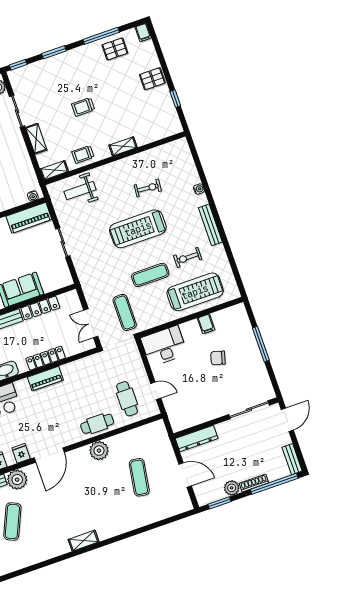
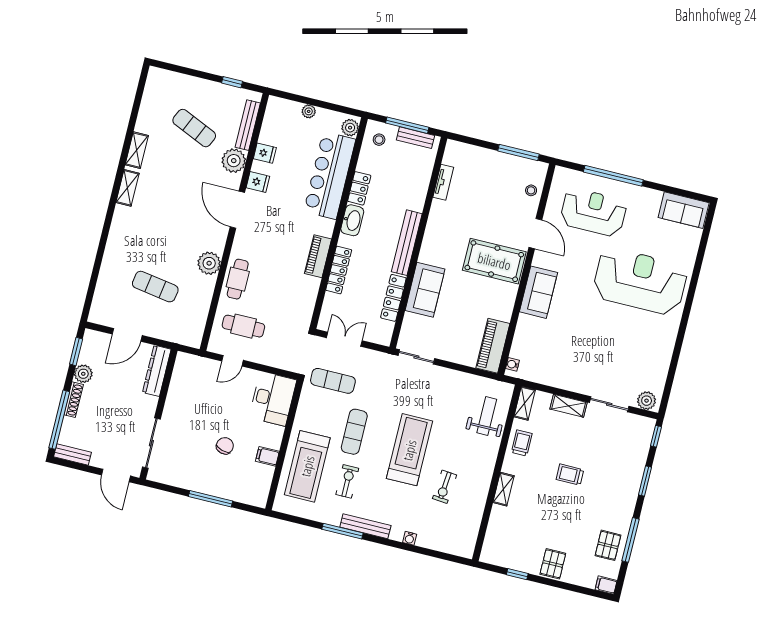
trolley: (83, 107) -> (570, 475), turned -90
window: (224, 239) -> (342, 531), added
sliding door: (63, 243) -> (416, 357), moved
shelving: (53, 551) -> (137, 150), added

